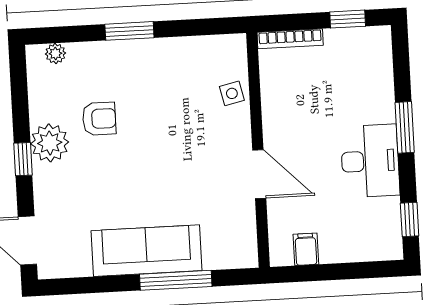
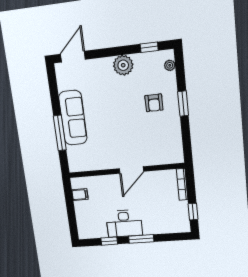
side table: (232, 93) -> (153, 157), removed
armchair: (99, 119) -> (154, 103), moved
window: (23, 159) -> (149, 47), moved
door: (259, 174) -> (131, 170), moved
window: (410, 219) -> (109, 241), moved

